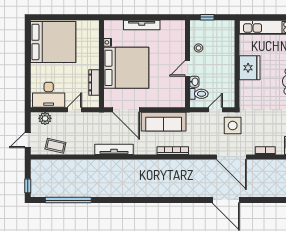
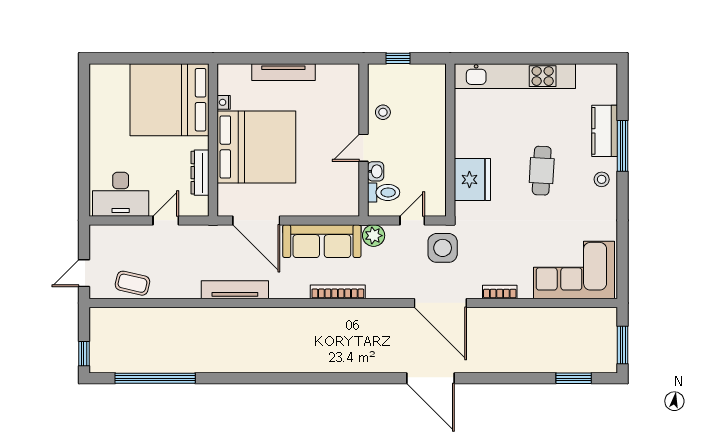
bed: (53, 42) -> (169, 100), moved, turned 180
fridge: (250, 68) -> (472, 180), moved
plant: (45, 118) -> (374, 236), moved

